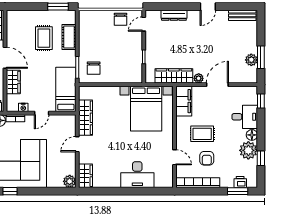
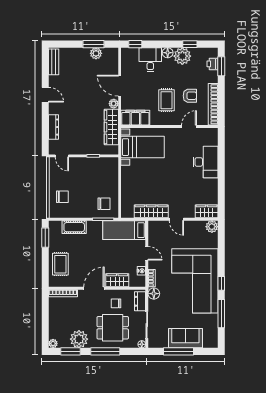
chair: (121, 19) -> (62, 197), moved
rug: (44, 38) -> (60, 264), moved, turned 90
bed with nightstands: (146, 109) -> (143, 147), width x0.73

